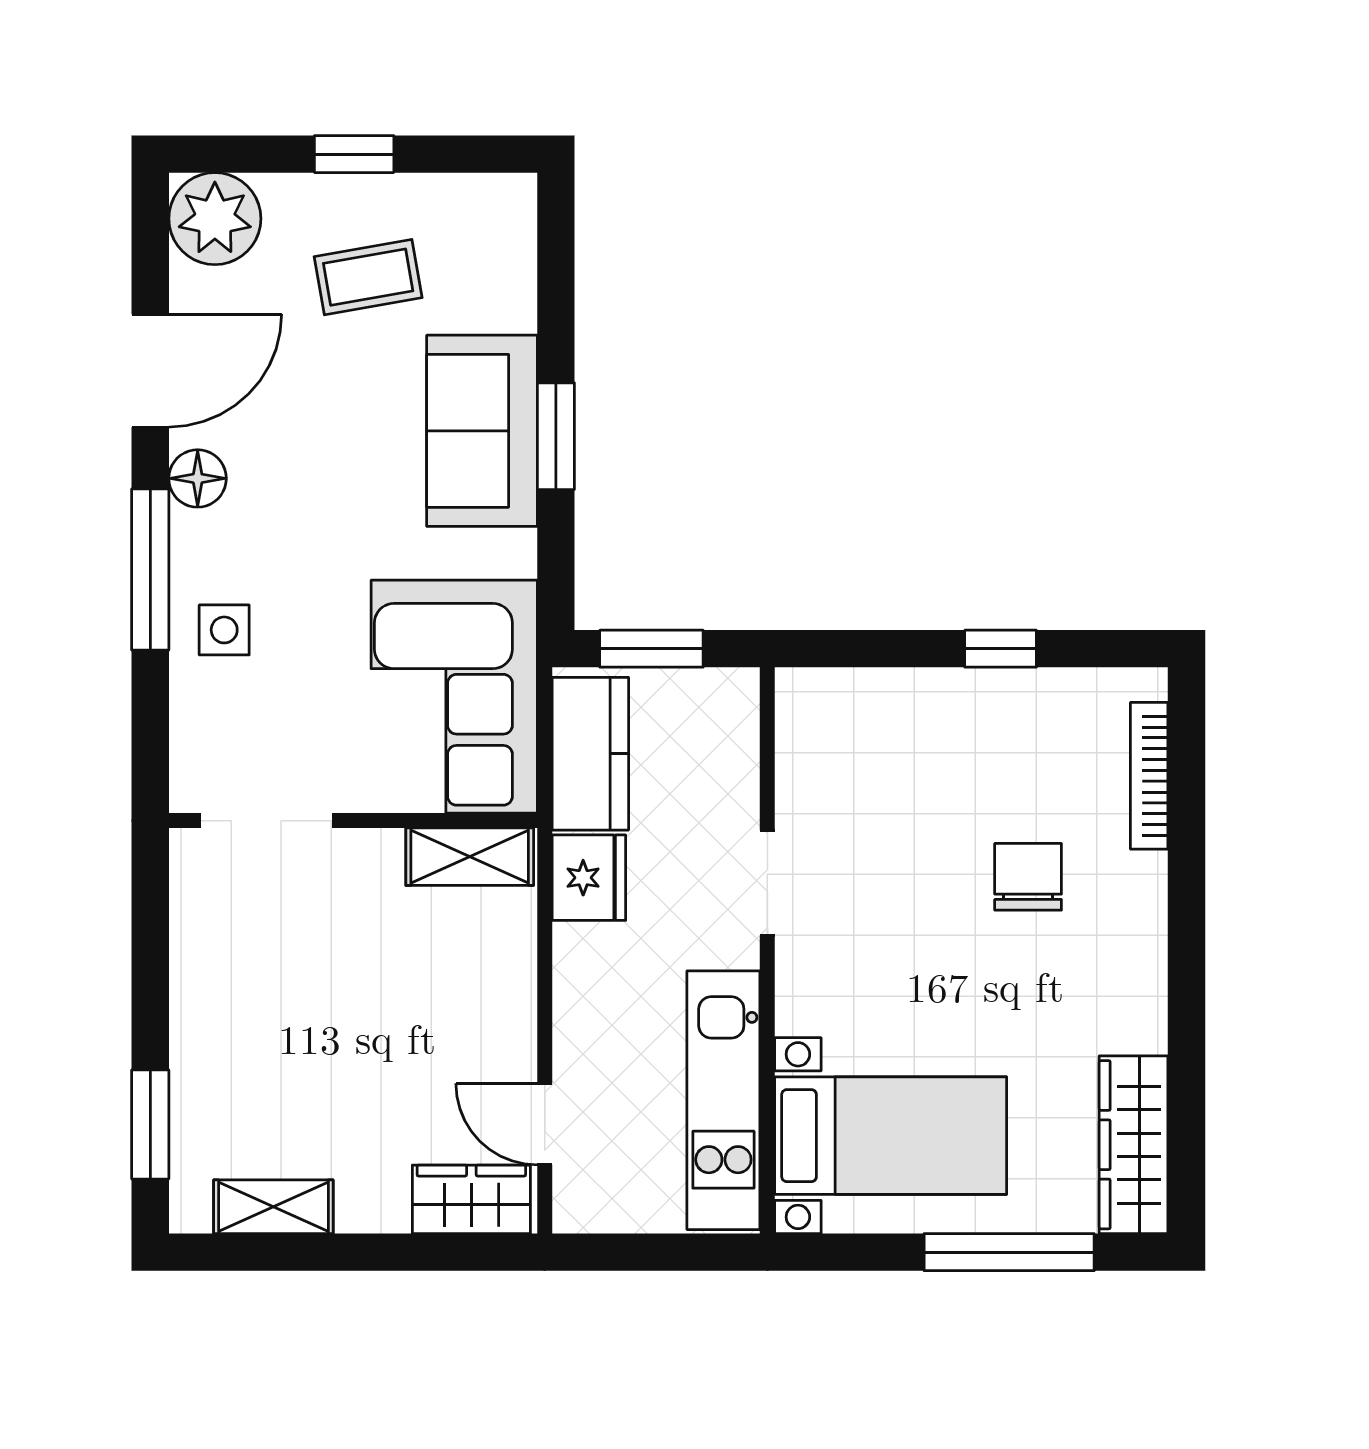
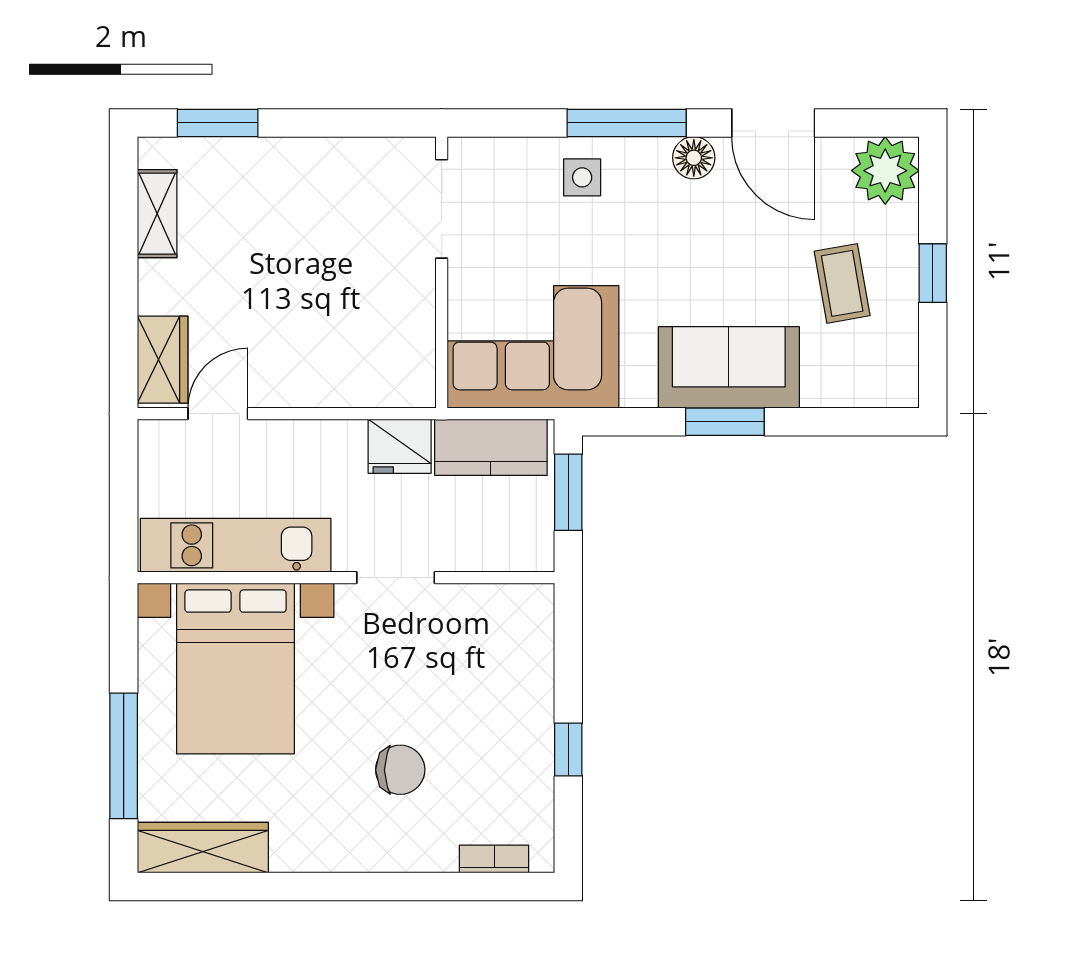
bookcase: (1149, 776) -> (494, 859), width x0.64
shelving: (470, 857) -> (415, 358), removed
bed with nightstands: (891, 1136) -> (236, 669), width x1.36

